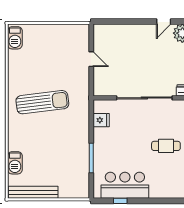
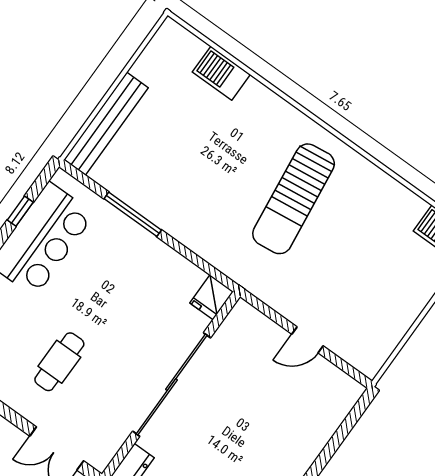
fridge: (101, 120) -> (212, 297), moved
bench: (33, 192) -> (106, 124), moved

